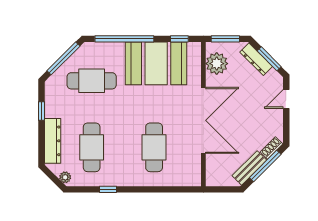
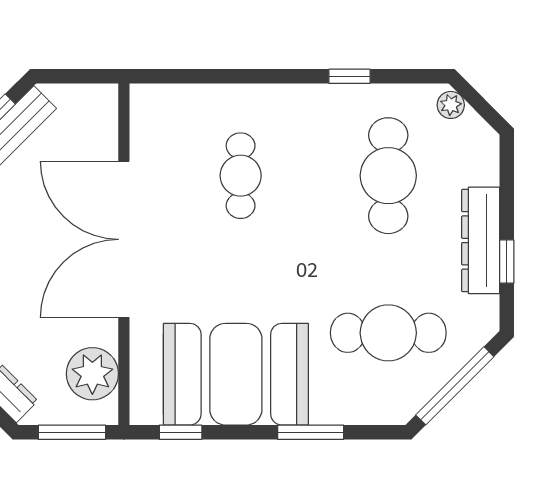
window: (124, 39) -> (311, 432), width x0.47
dresser: (53, 141) -> (481, 240), moved
cafe table: (154, 147) -> (241, 176), width x0.73, depth x0.74

